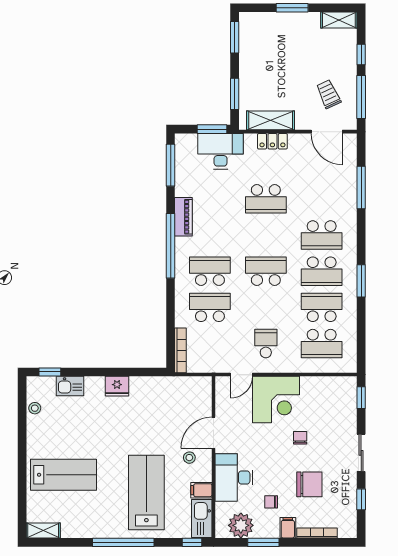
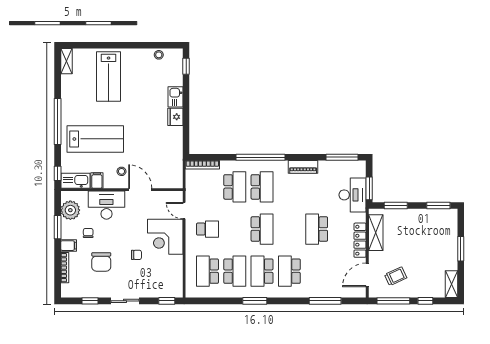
locker: (272, 141) -> (360, 240), width x1.53
window: (171, 246) -> (260, 157), moved
kitchen sink: (70, 386) -> (175, 97), moved

